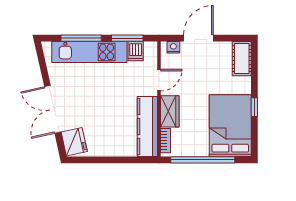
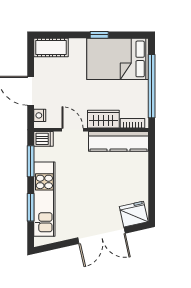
window: (81, 38) -> (31, 207), width x0.69
dishwasher: (136, 51) -> (43, 139), moved

